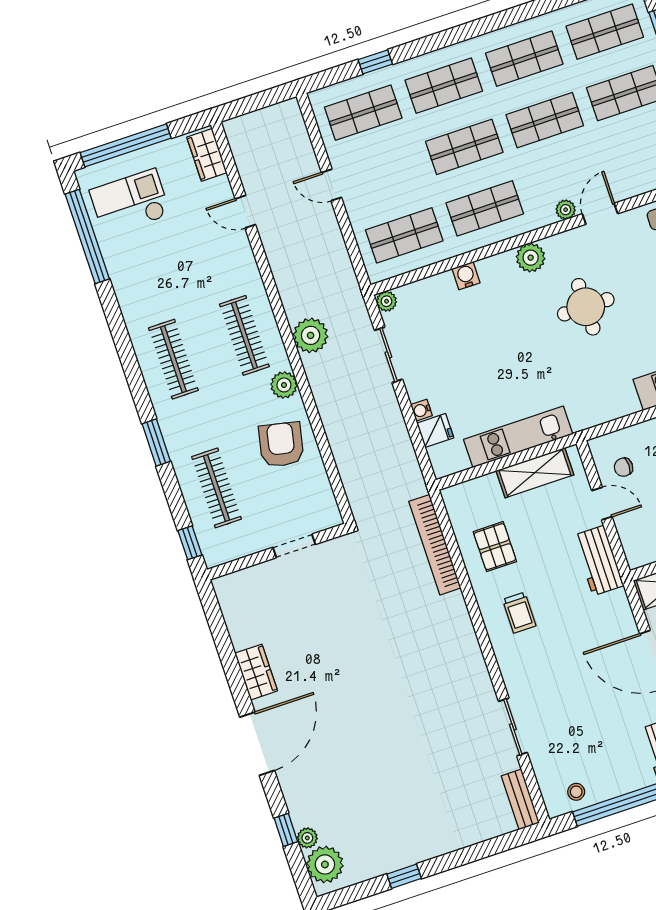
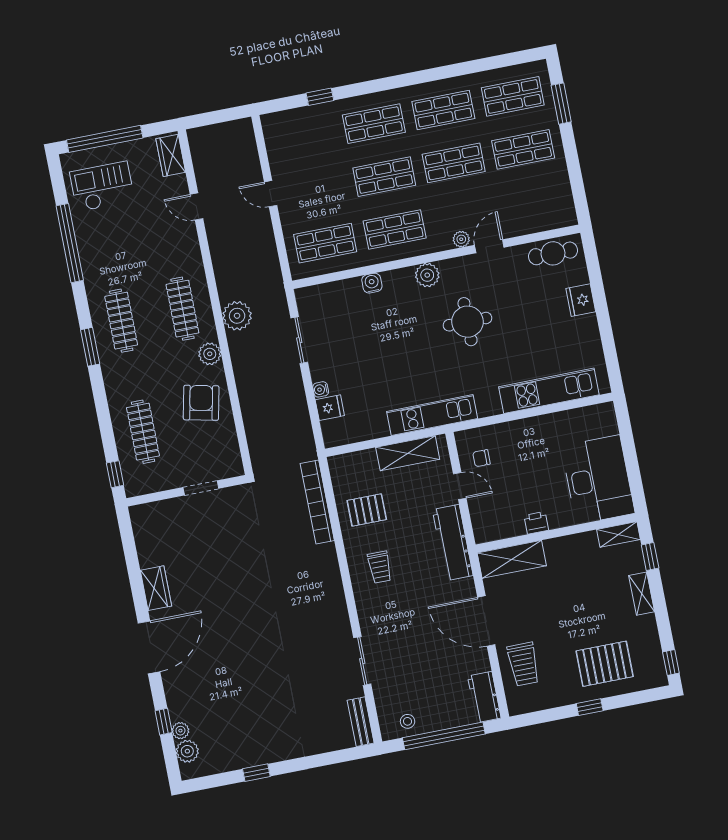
shop shelf: (363, 113) -> (304, 137), removed
window: (87, 236) -> (70, 243), moved
plant: (387, 301) -> (303, 296), removed
kitchen unit: (518, 437) -> (432, 415), moved
window: (156, 442) -> (90, 347), moved
pallet: (495, 547) -> (367, 510), turned 90
workbench: (598, 561) -> (453, 542), width x1.38
plant: (325, 864) -> (187, 751), width x0.73, depth x0.73

